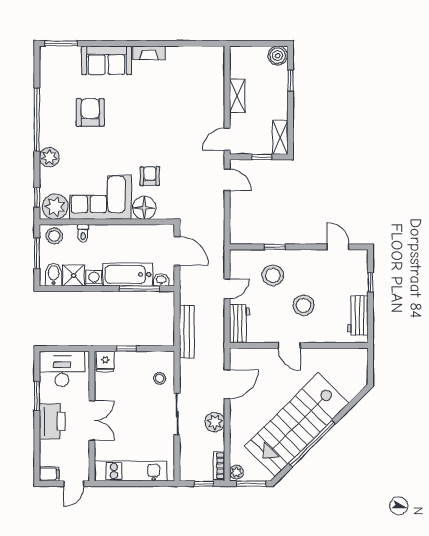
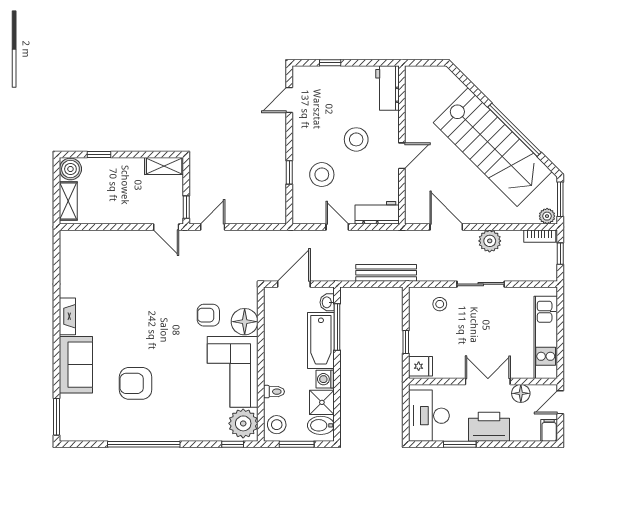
shelving: (237, 96) -> (68, 201), moved, turned 90
plant: (49, 157) -> (187, 430), removed
window: (262, 157) -> (186, 207), moved
workbench: (358, 316) -> (387, 88), moved, turned 90
floor lamp: (81, 449) -> (521, 393), added
door: (74, 484) -> (560, 402), swing flipped

